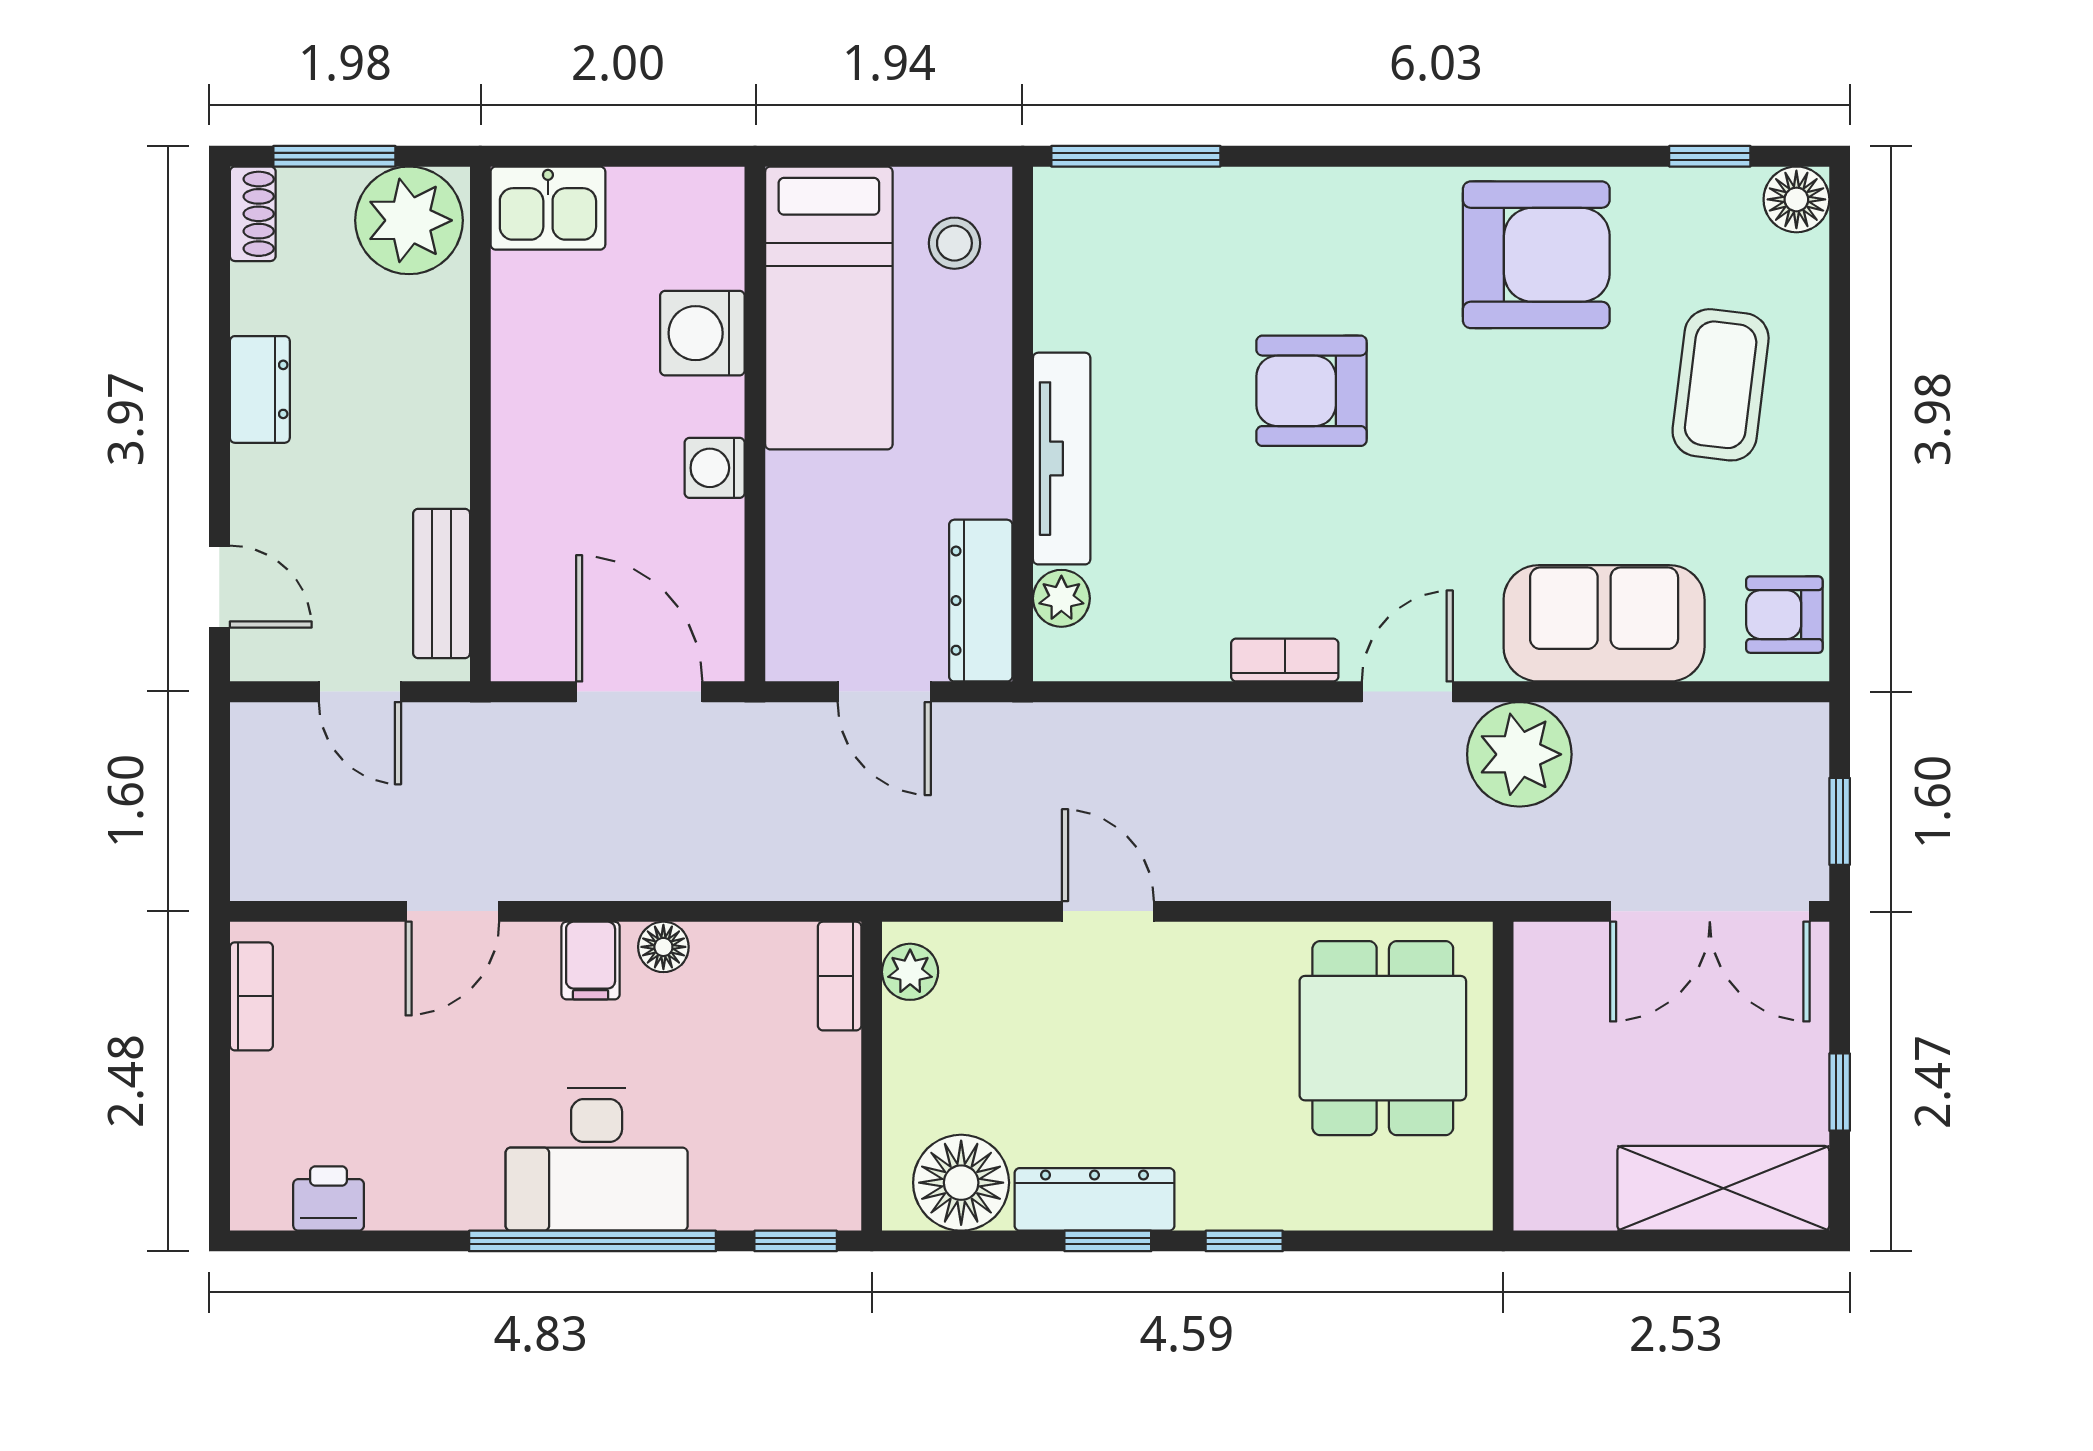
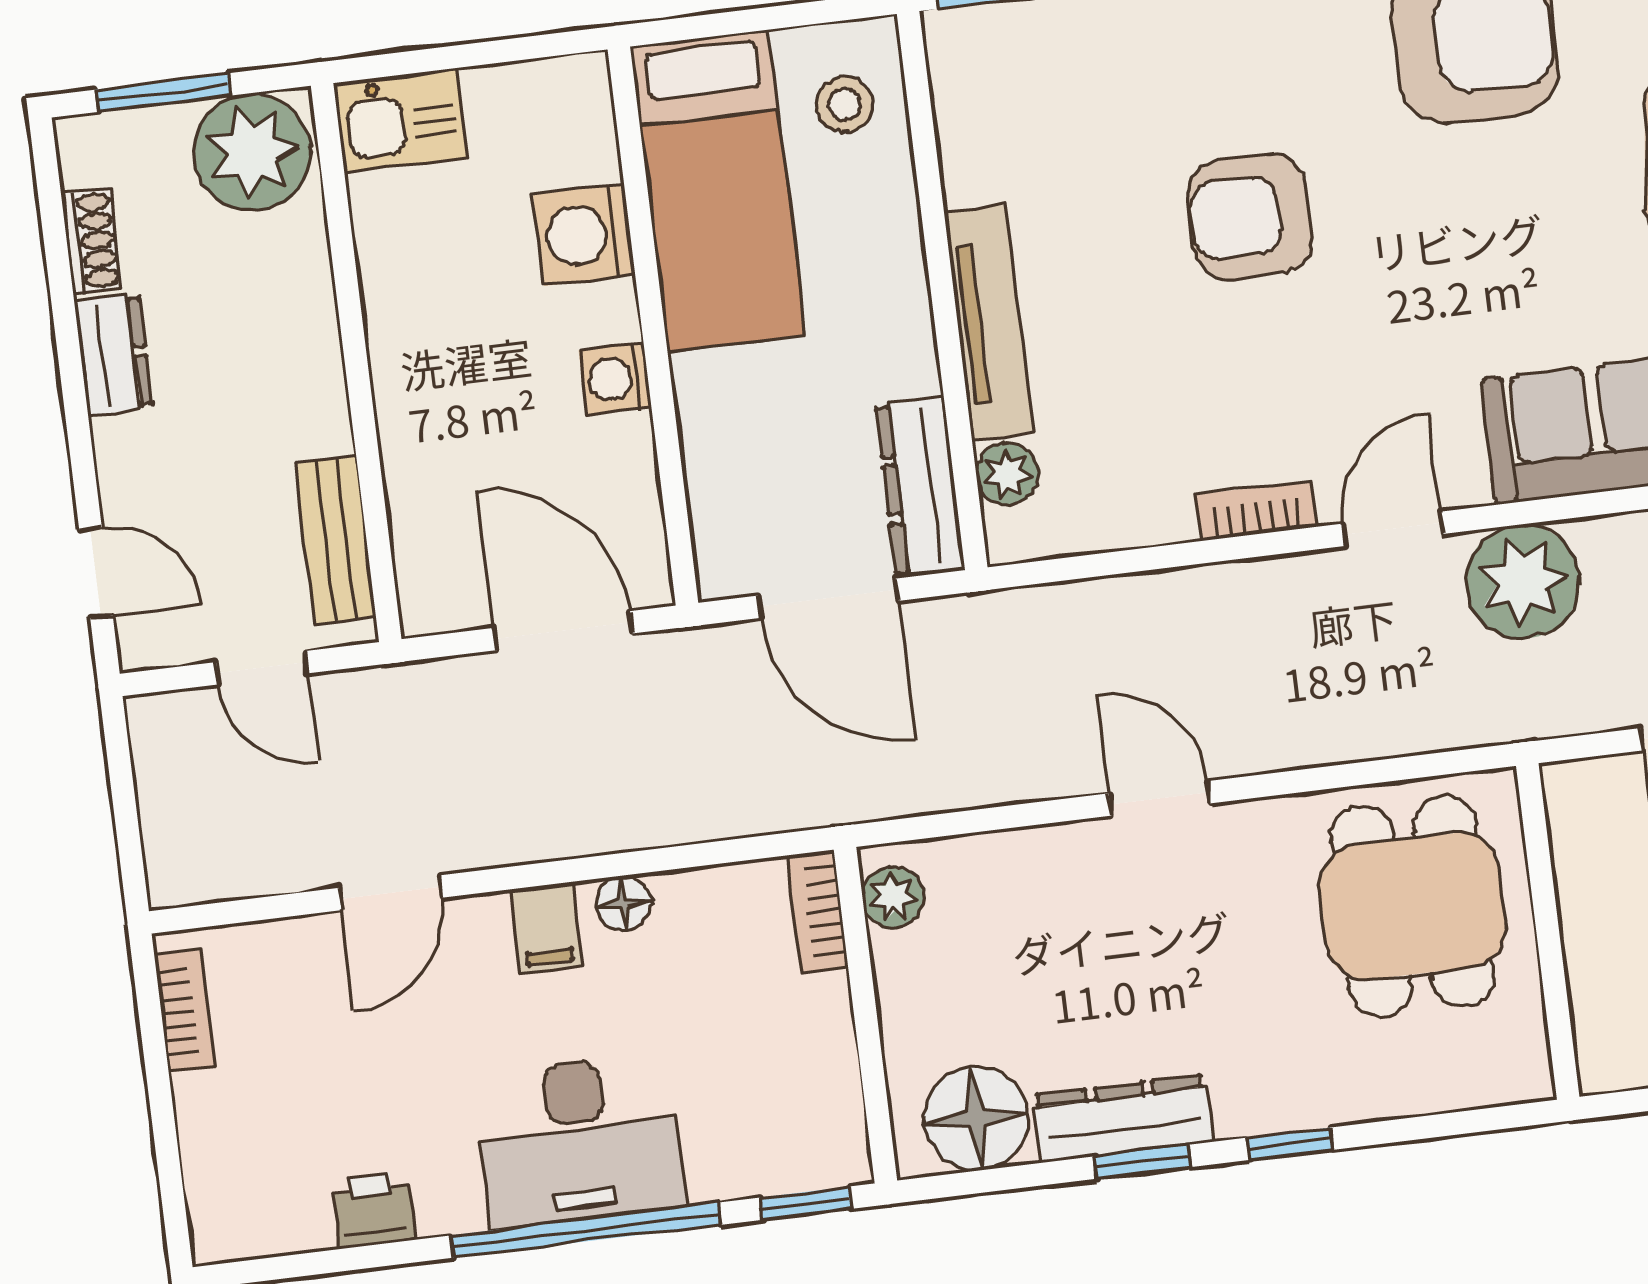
shoe rack: (253, 214) -> (92, 241), moved
door: (884, 692) -> (828, 598), width x1.38
door: (1108, 911) -> (1159, 798), moved
printer: (329, 1198) -> (374, 1210), moved

